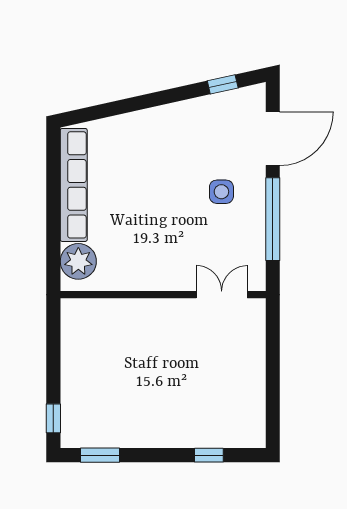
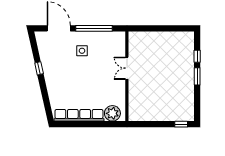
window: (223, 84) -> (39, 68), moved
double door: (222, 295) -> (127, 68), moved
window: (100, 455) -> (197, 76), moved

